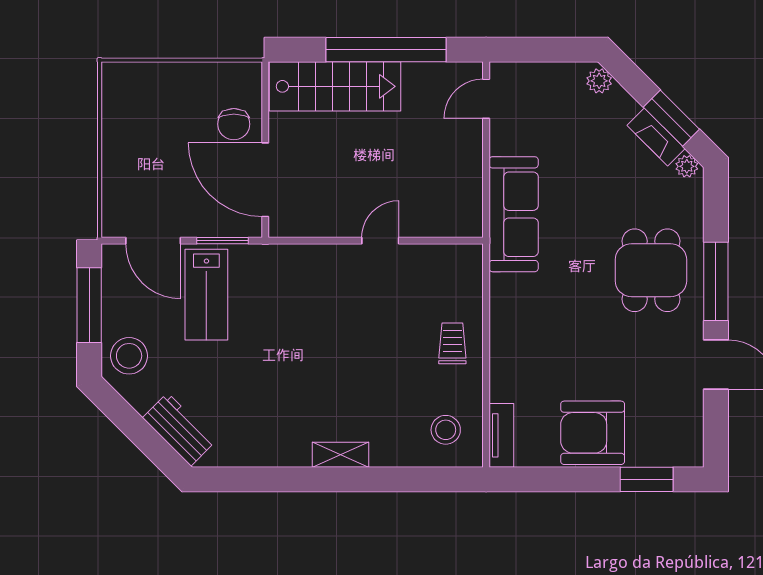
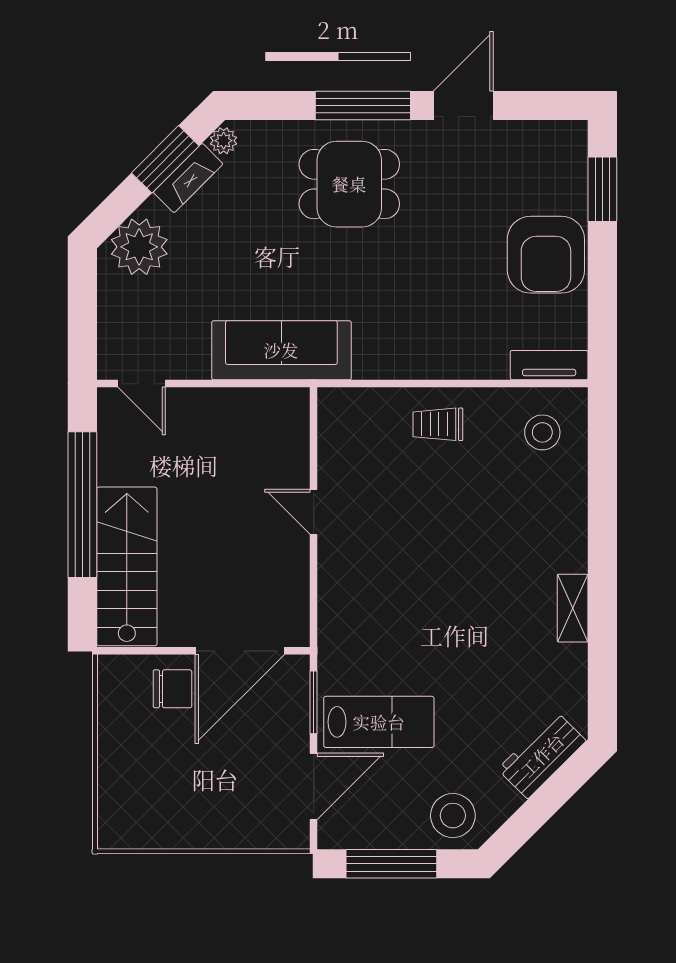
plant: (599, 81) -> (139, 247), width x1.87, depth x1.87
shelving: (341, 455) -> (573, 608), moved

